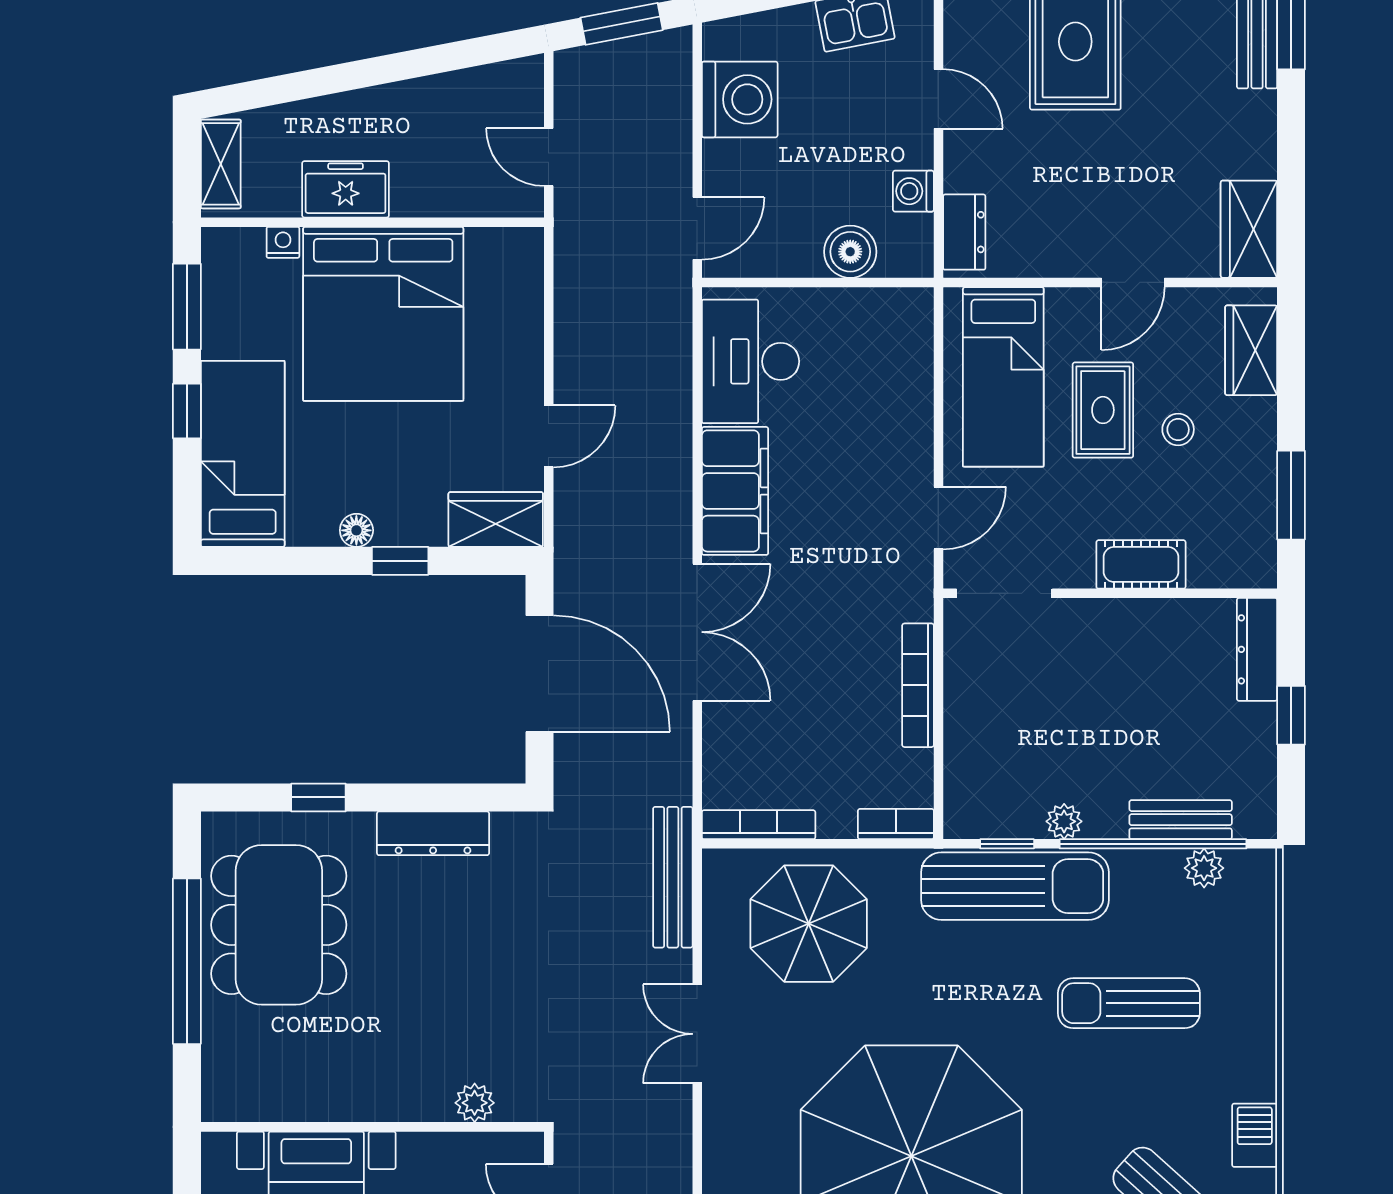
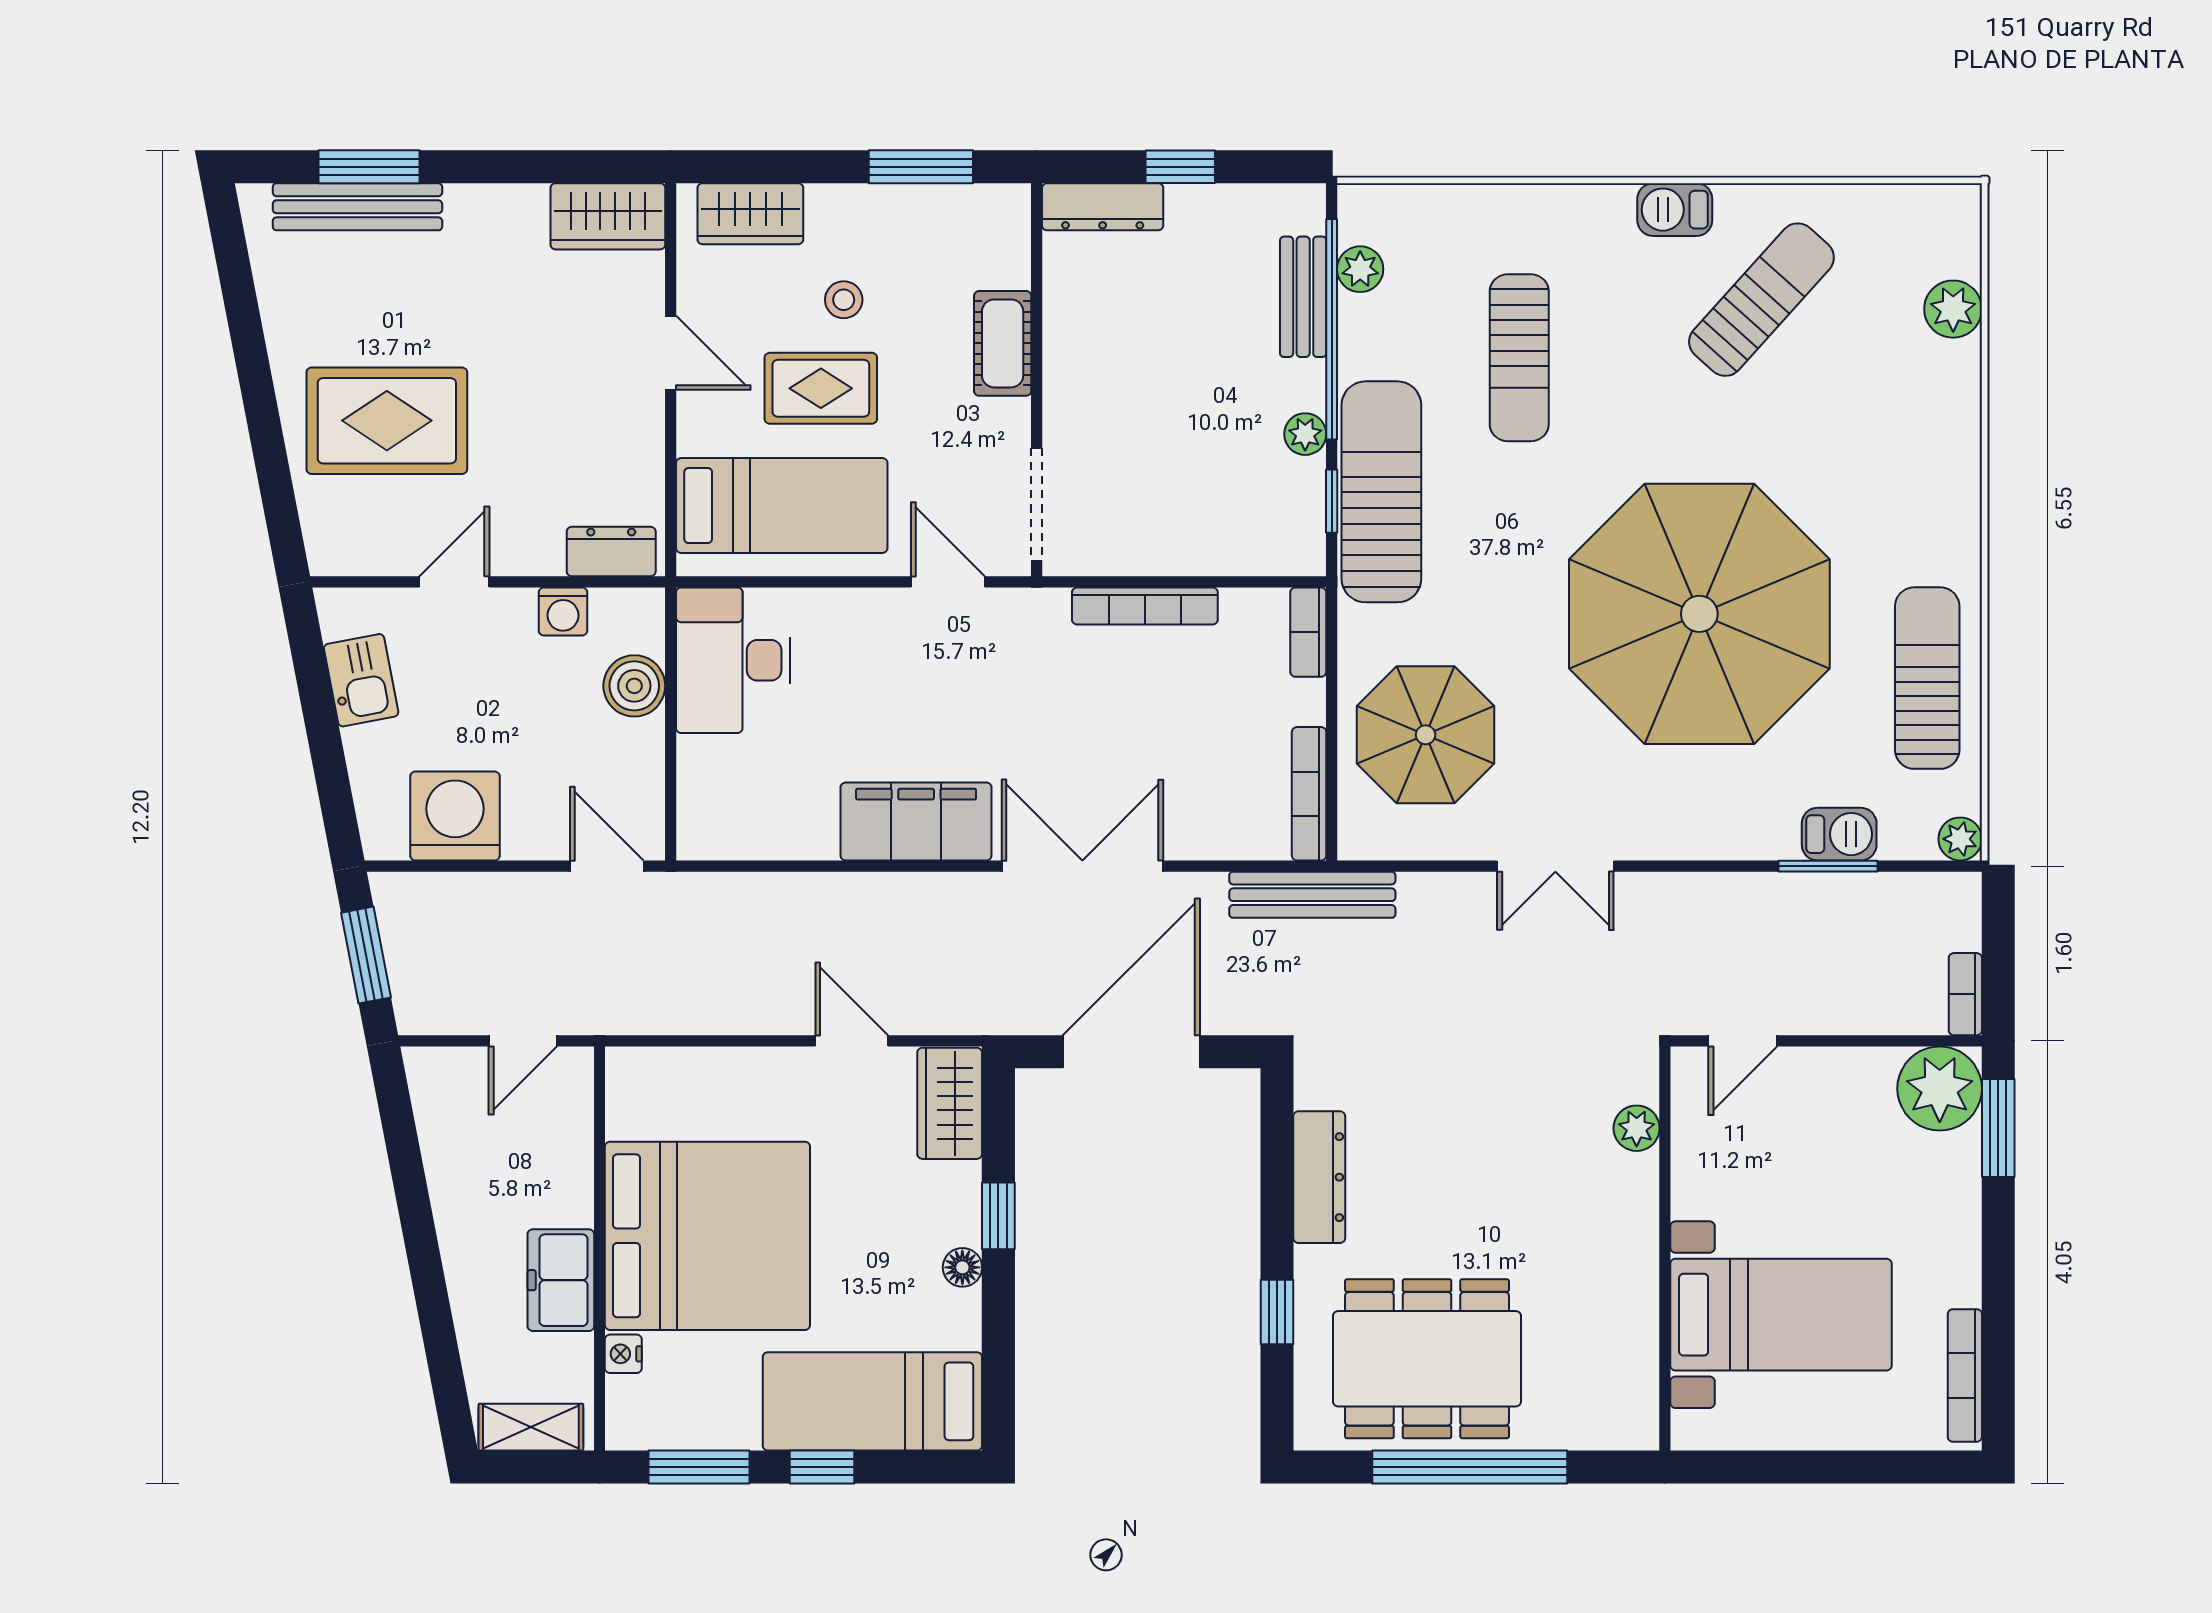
desk: (750, 361) -> (733, 660), moved, turned 90
bench: (673, 877) -> (1312, 895), moved

